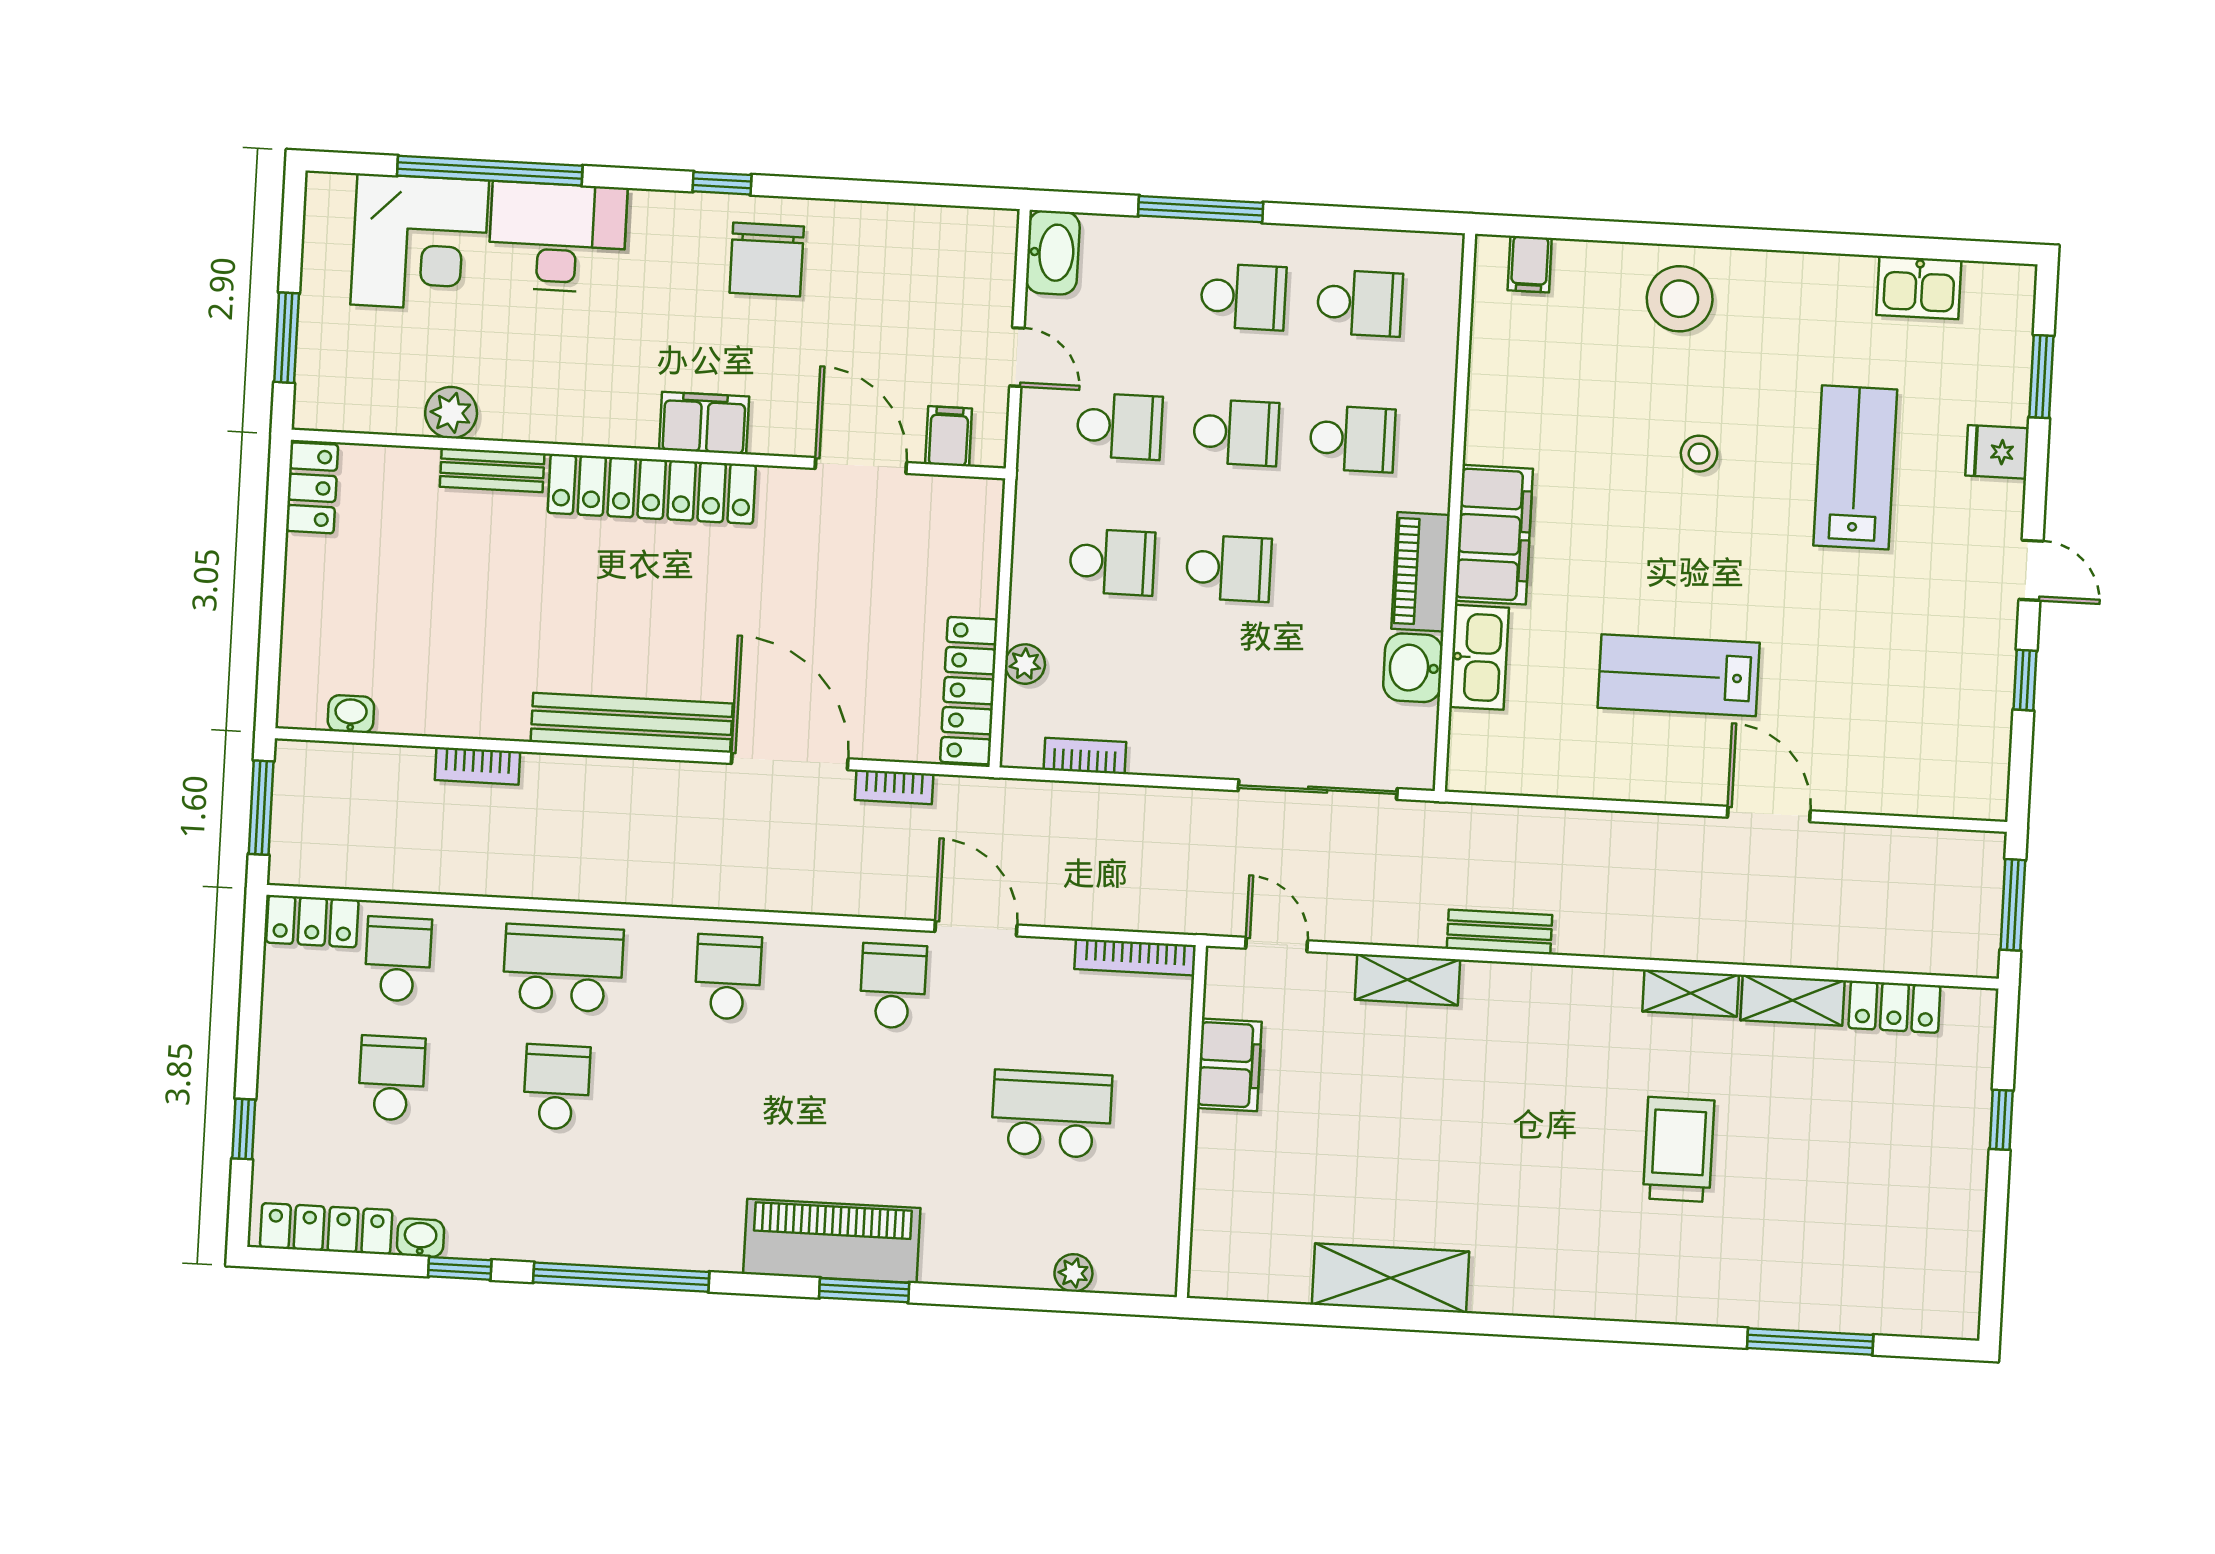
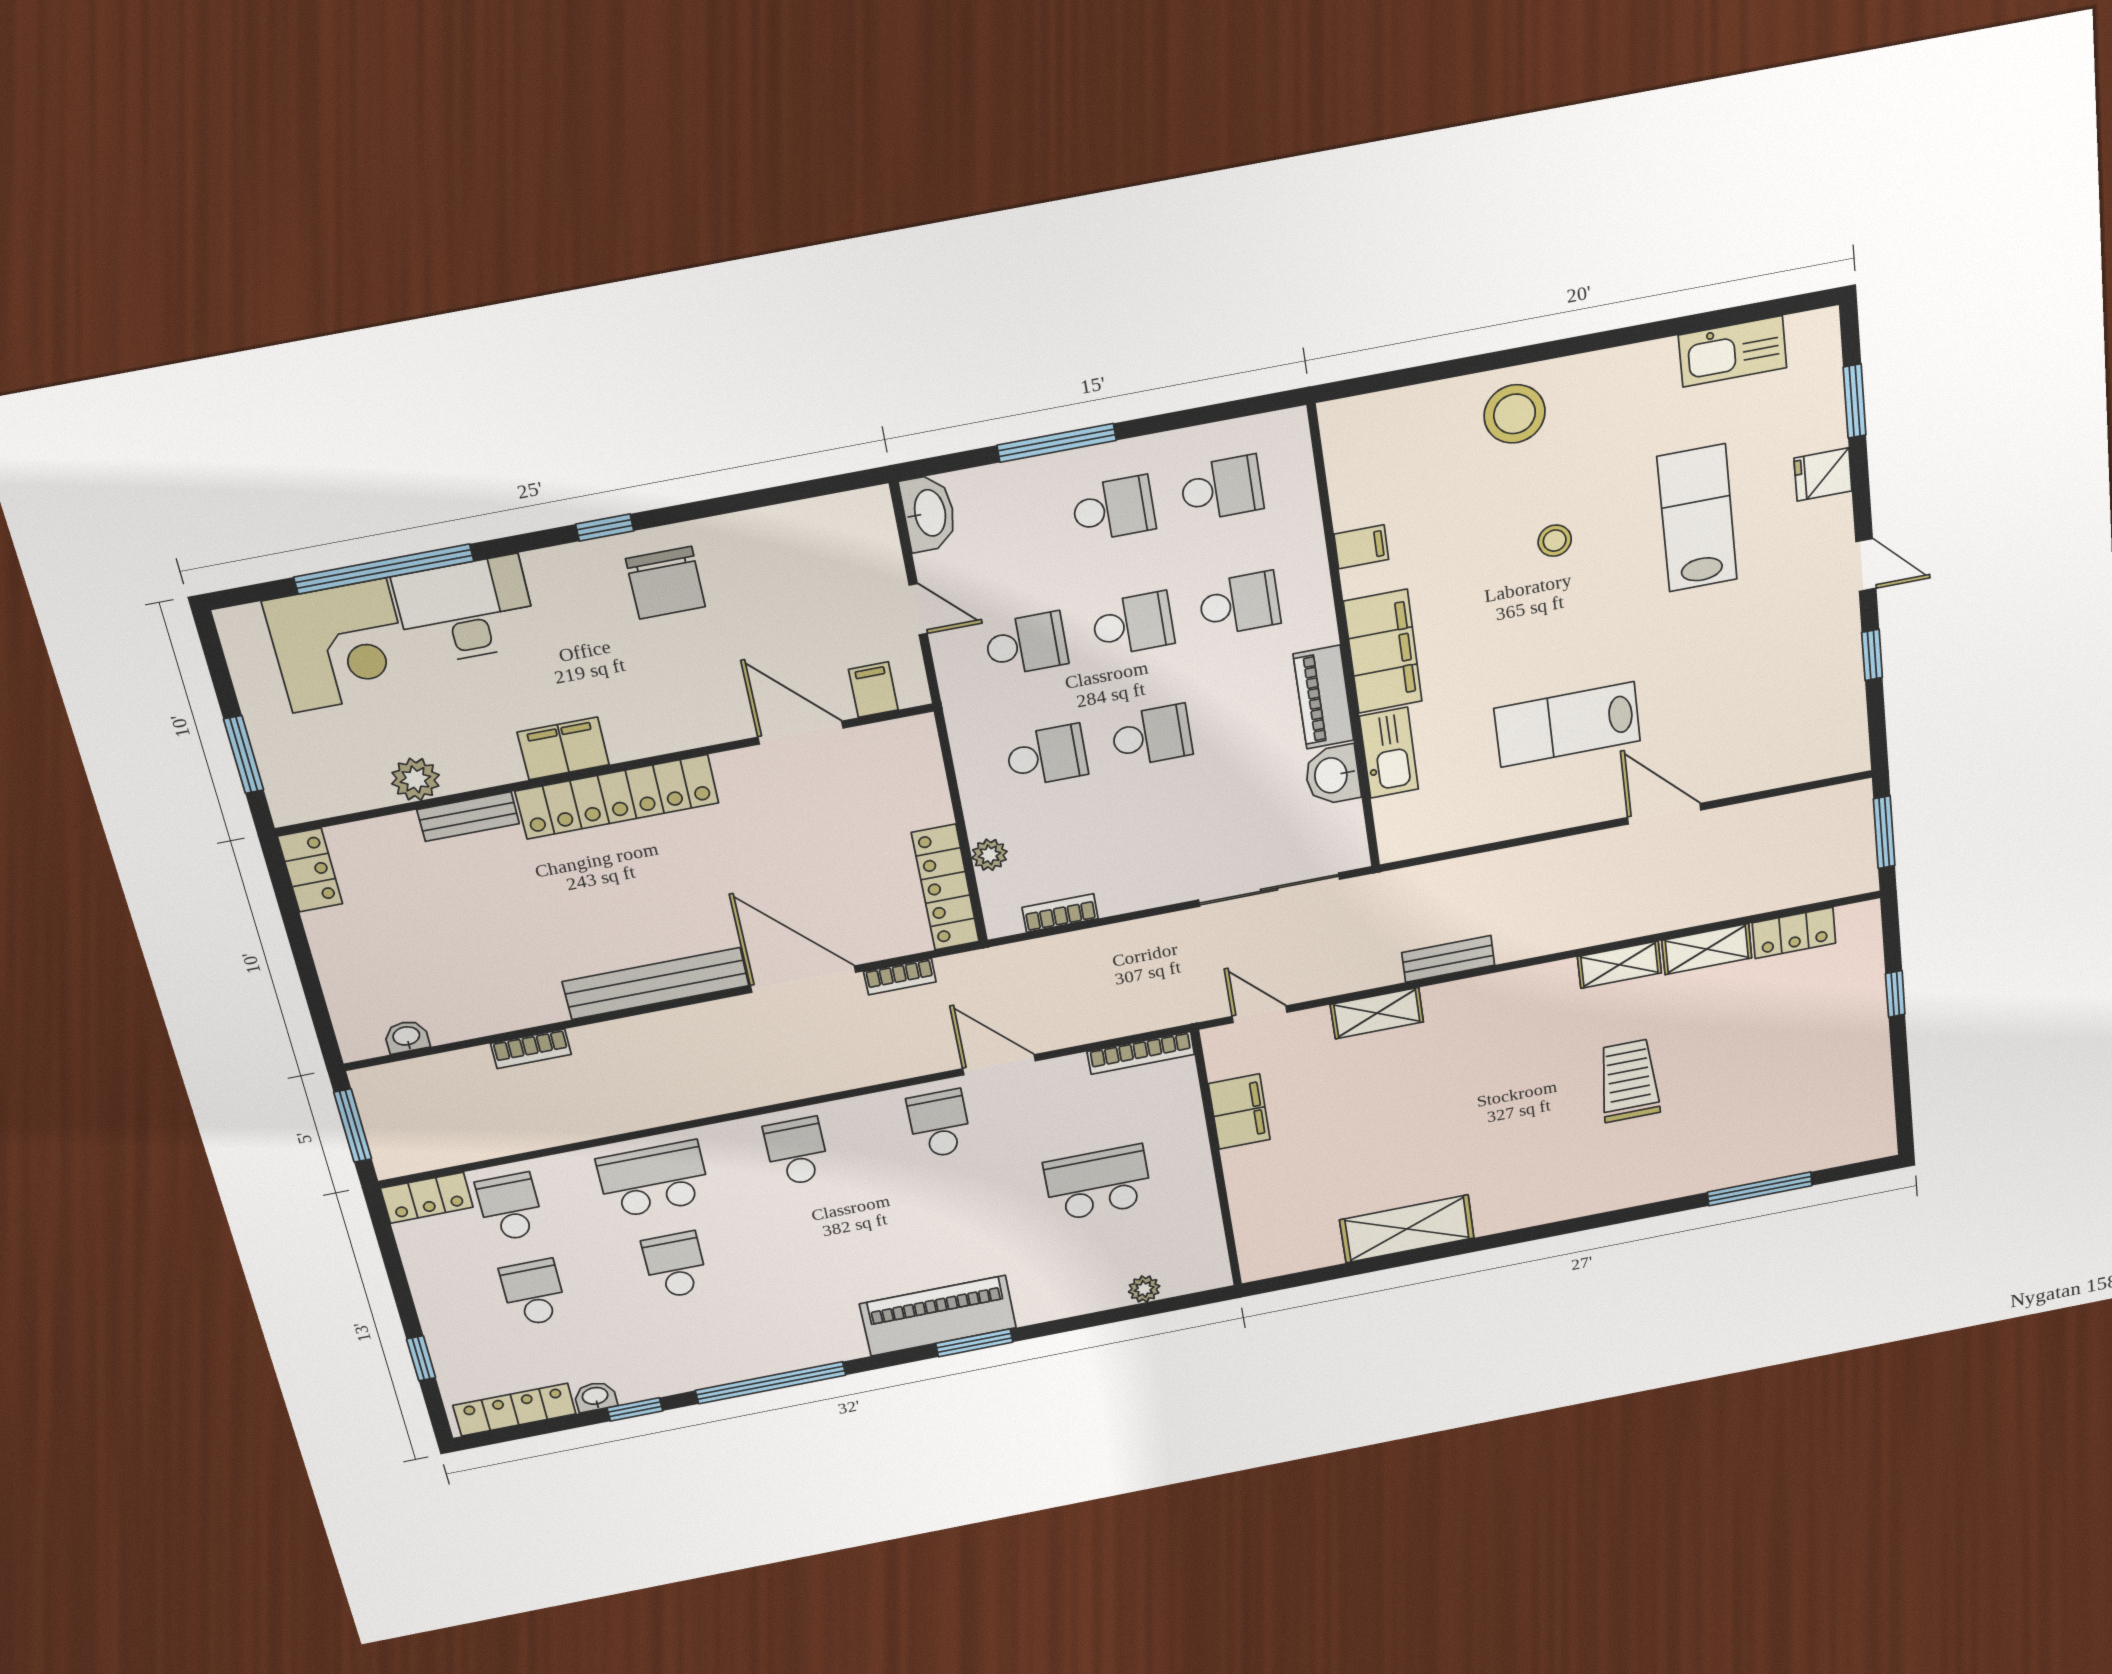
filing cabinet: (1530, 264) -> (1361, 547), moved, turned -90
kitchen sink: (1919, 288) -> (1733, 351), width x1.38
filing cabinet: (704, 423) -> (563, 748), moved

